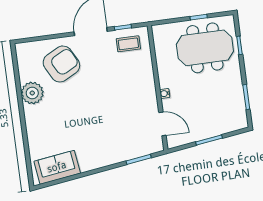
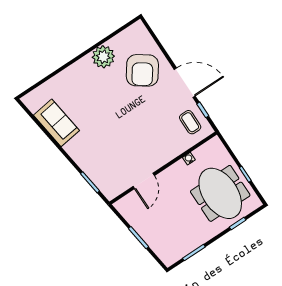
armchair: (61, 64) -> (142, 70), turned 63
water cooler: (165, 94) -> (189, 159), moved
door: (162, 124) -> (144, 181), moved
sofa: (57, 167) -> (56, 123), moved

